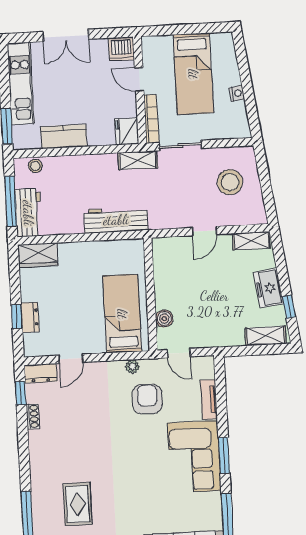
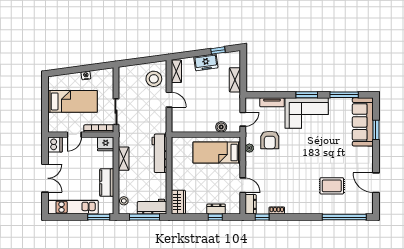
shelving: (138, 160) -> (124, 159), moved
stool: (230, 182) -> (154, 79), moved
shelving: (266, 336) -> (235, 80), moved
armchair: (147, 399) -> (270, 140), turned -90

